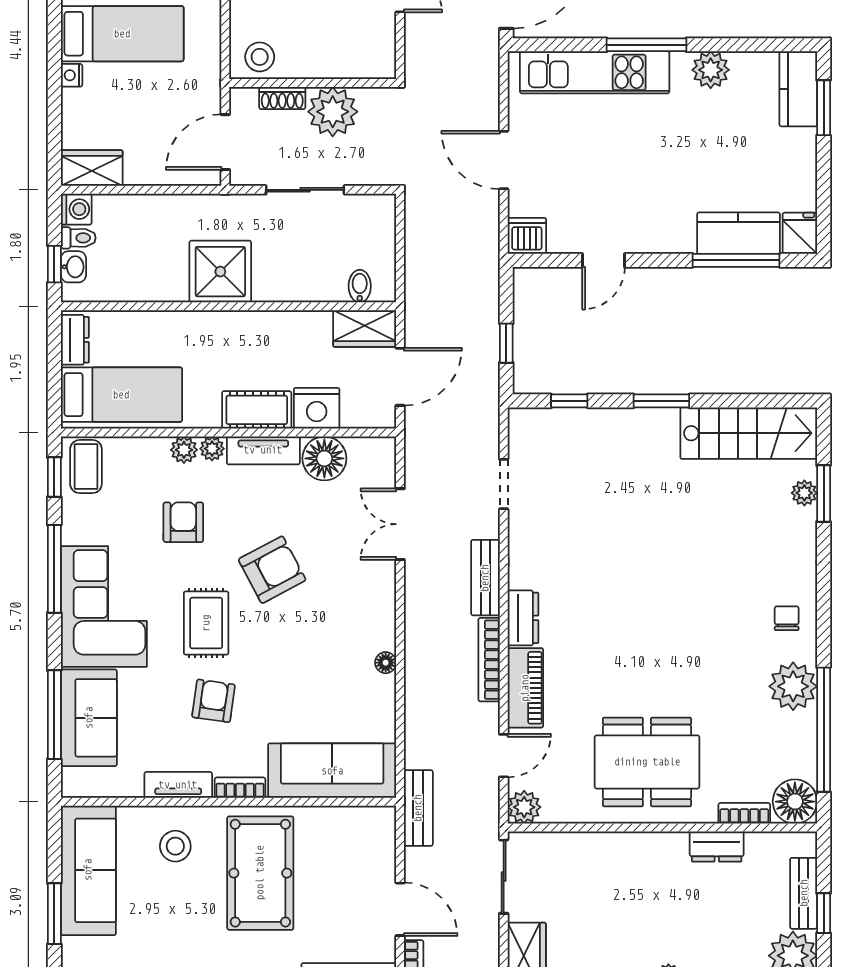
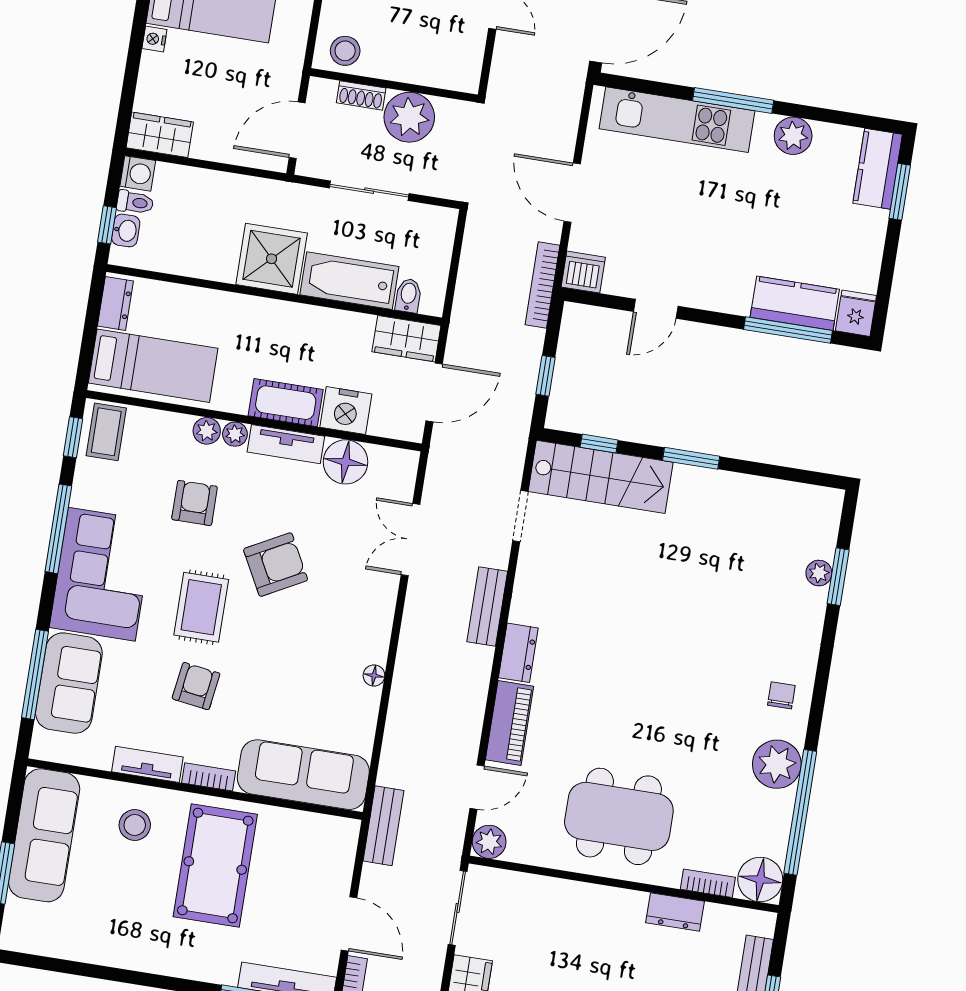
bathtub: (300, 281) -> (349, 281), added
stairs: (749, 433) -> (601, 477), moved
bookcase: (489, 660) -> (542, 285), moved

